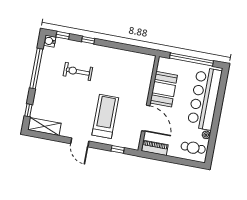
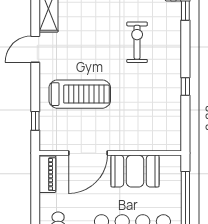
window: (88, 40) -> (185, 87), moved
door: (80, 142) -> (35, 49), moved

